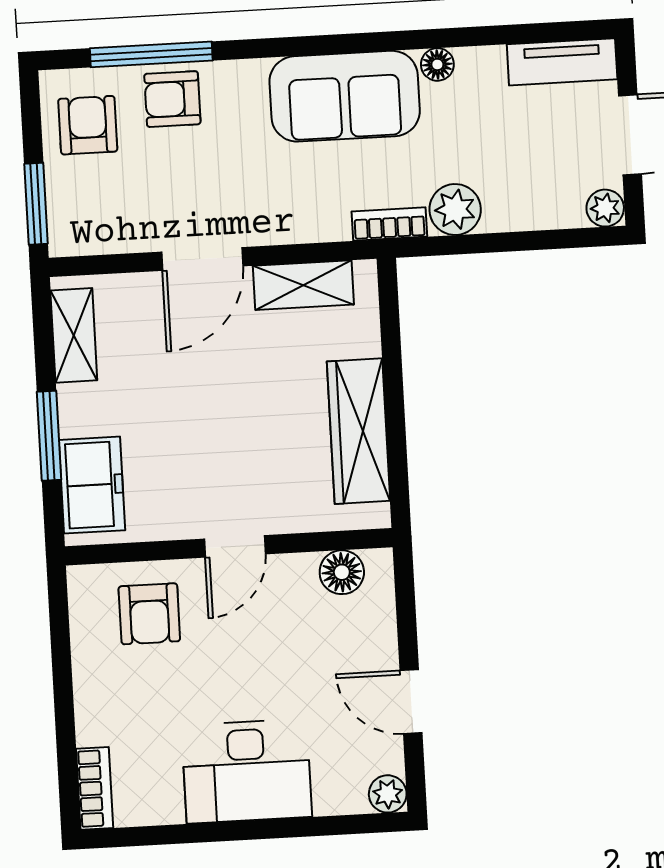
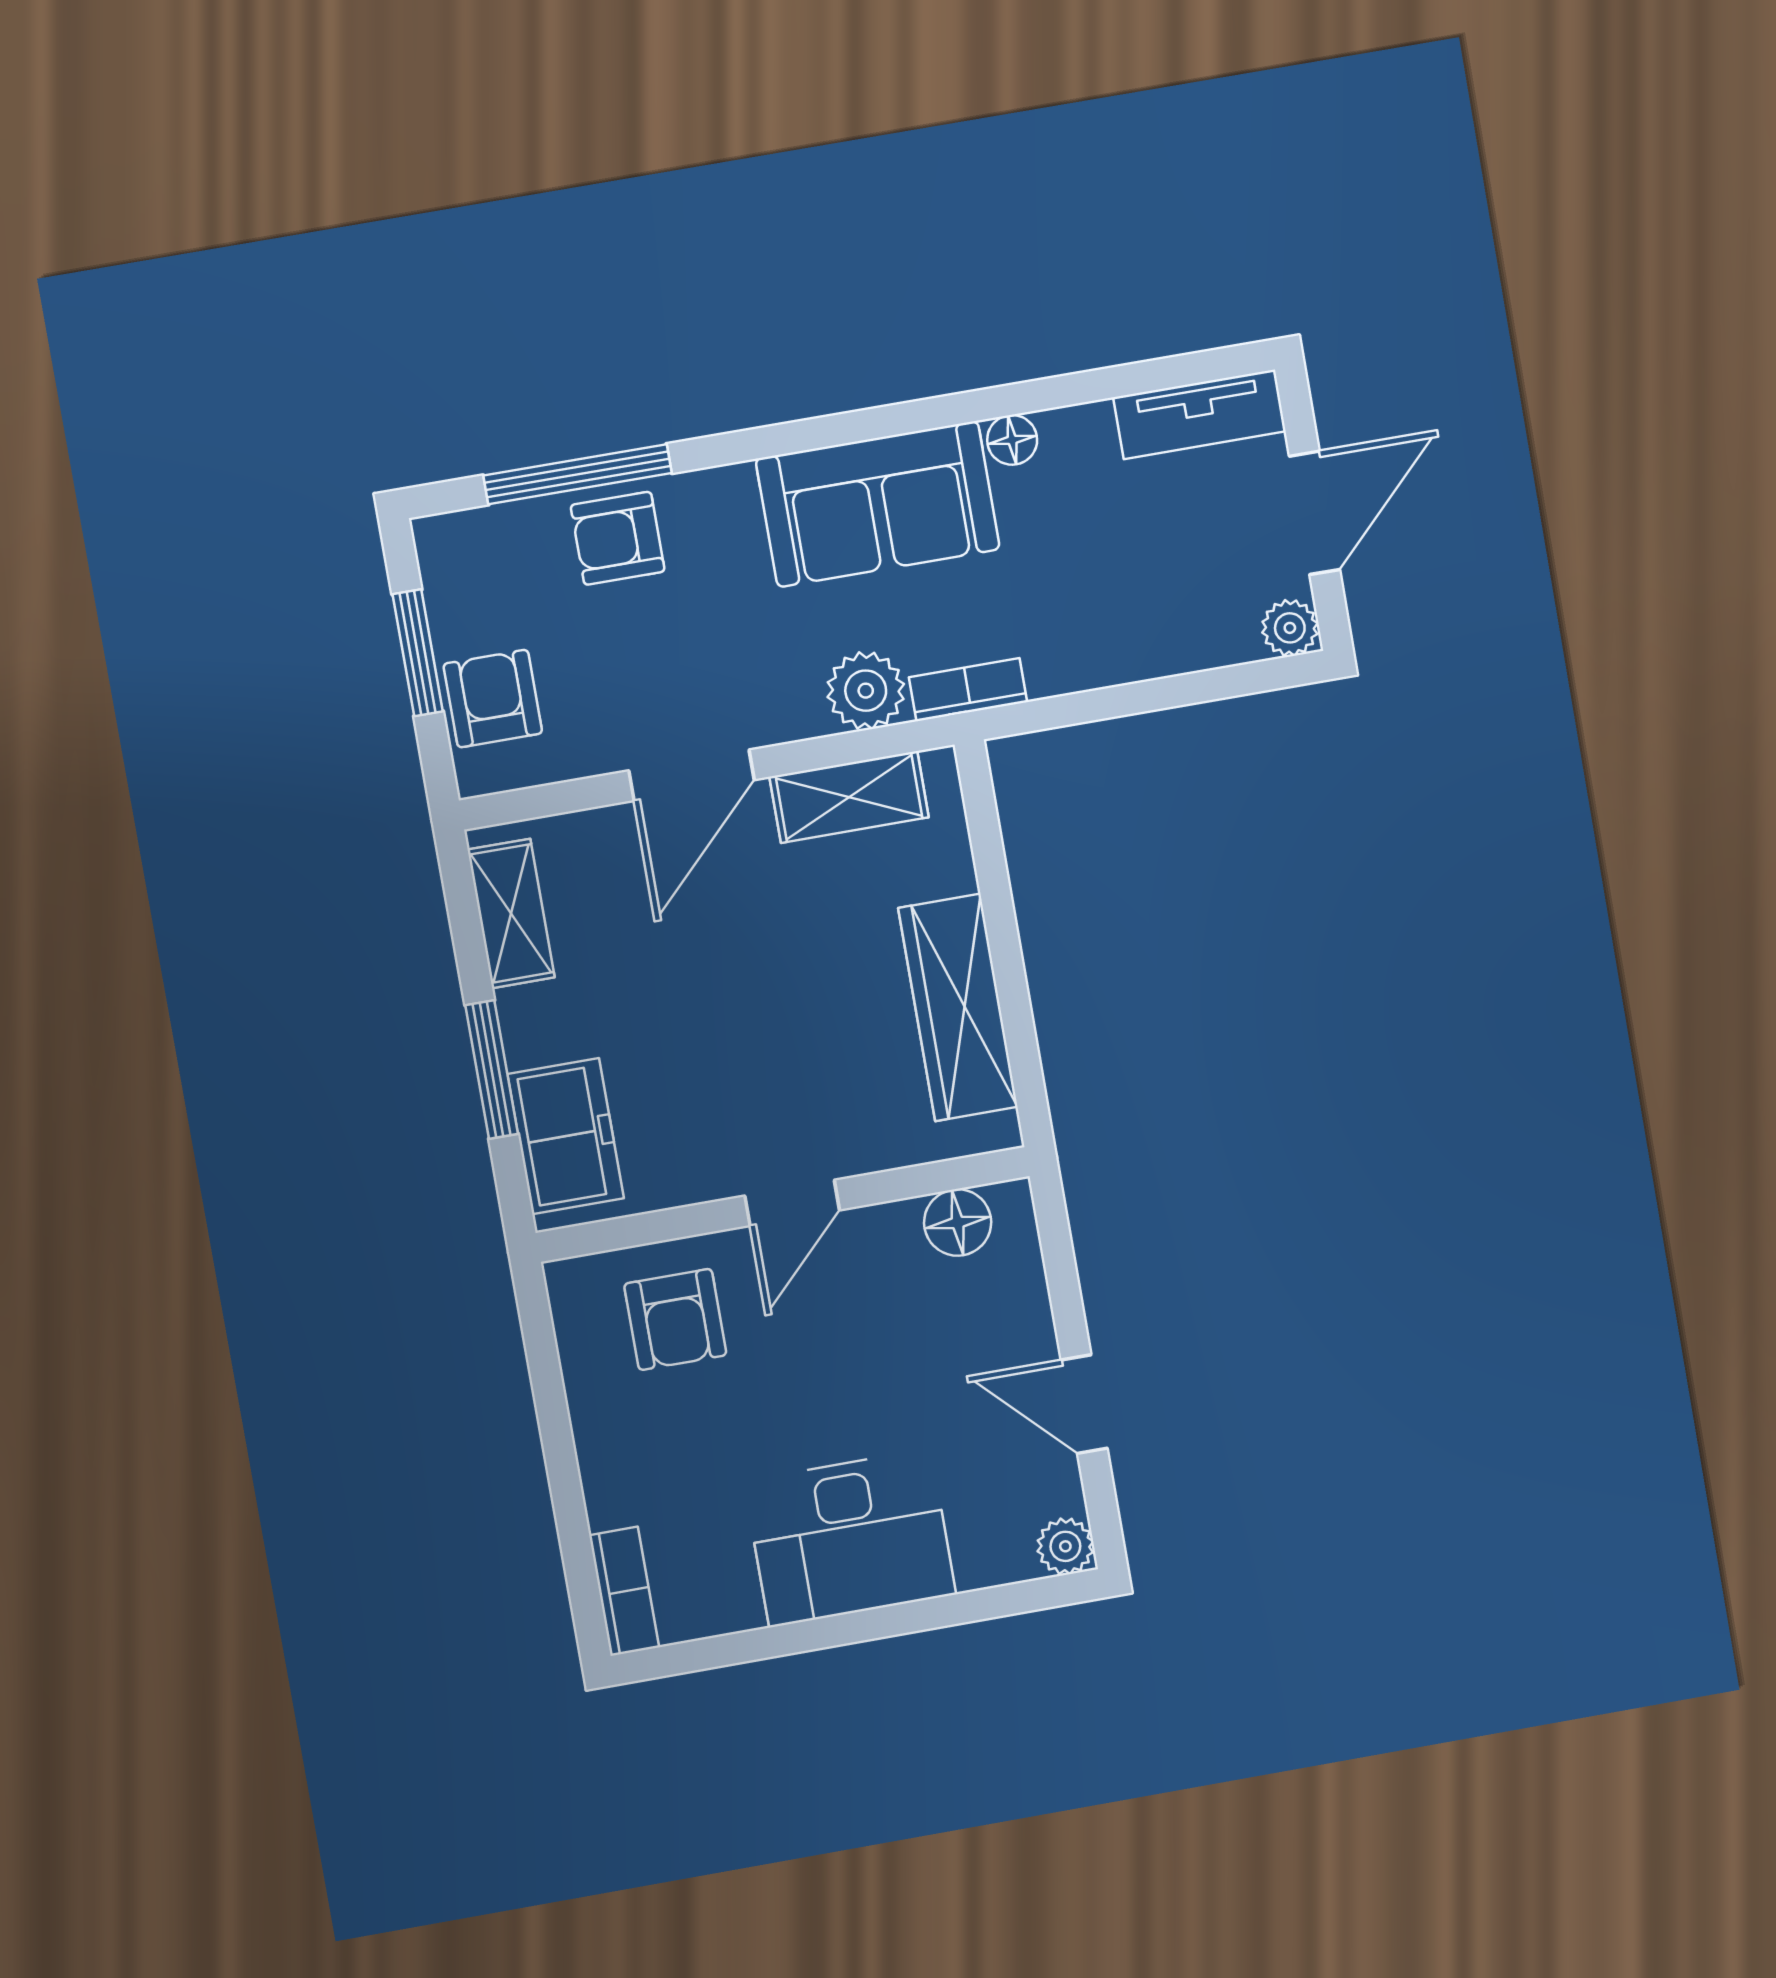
armchair: (88, 125) -> (493, 699), moved
window: (36, 204) -> (418, 653), moved
plant: (455, 209) -> (866, 691), moved

